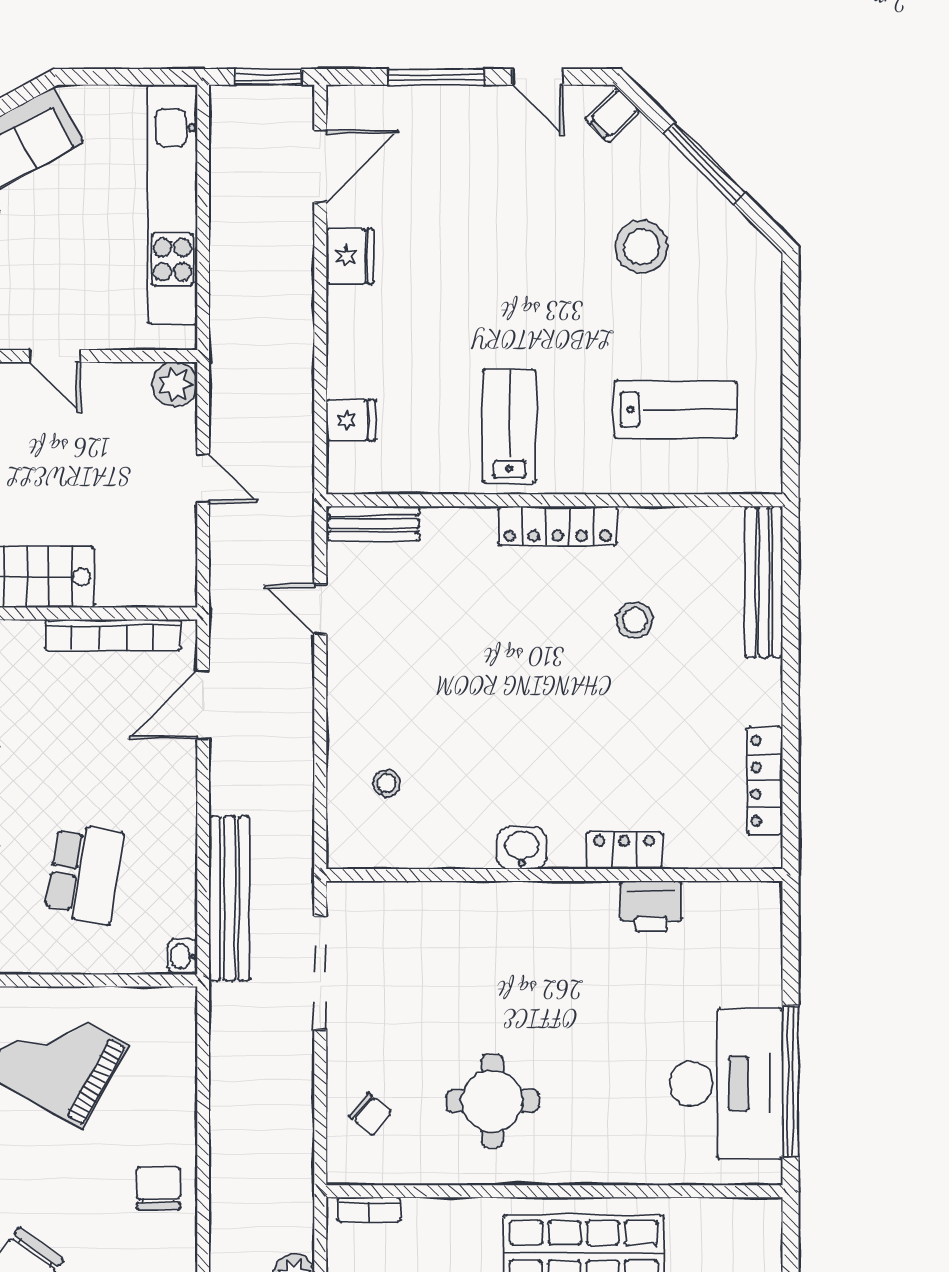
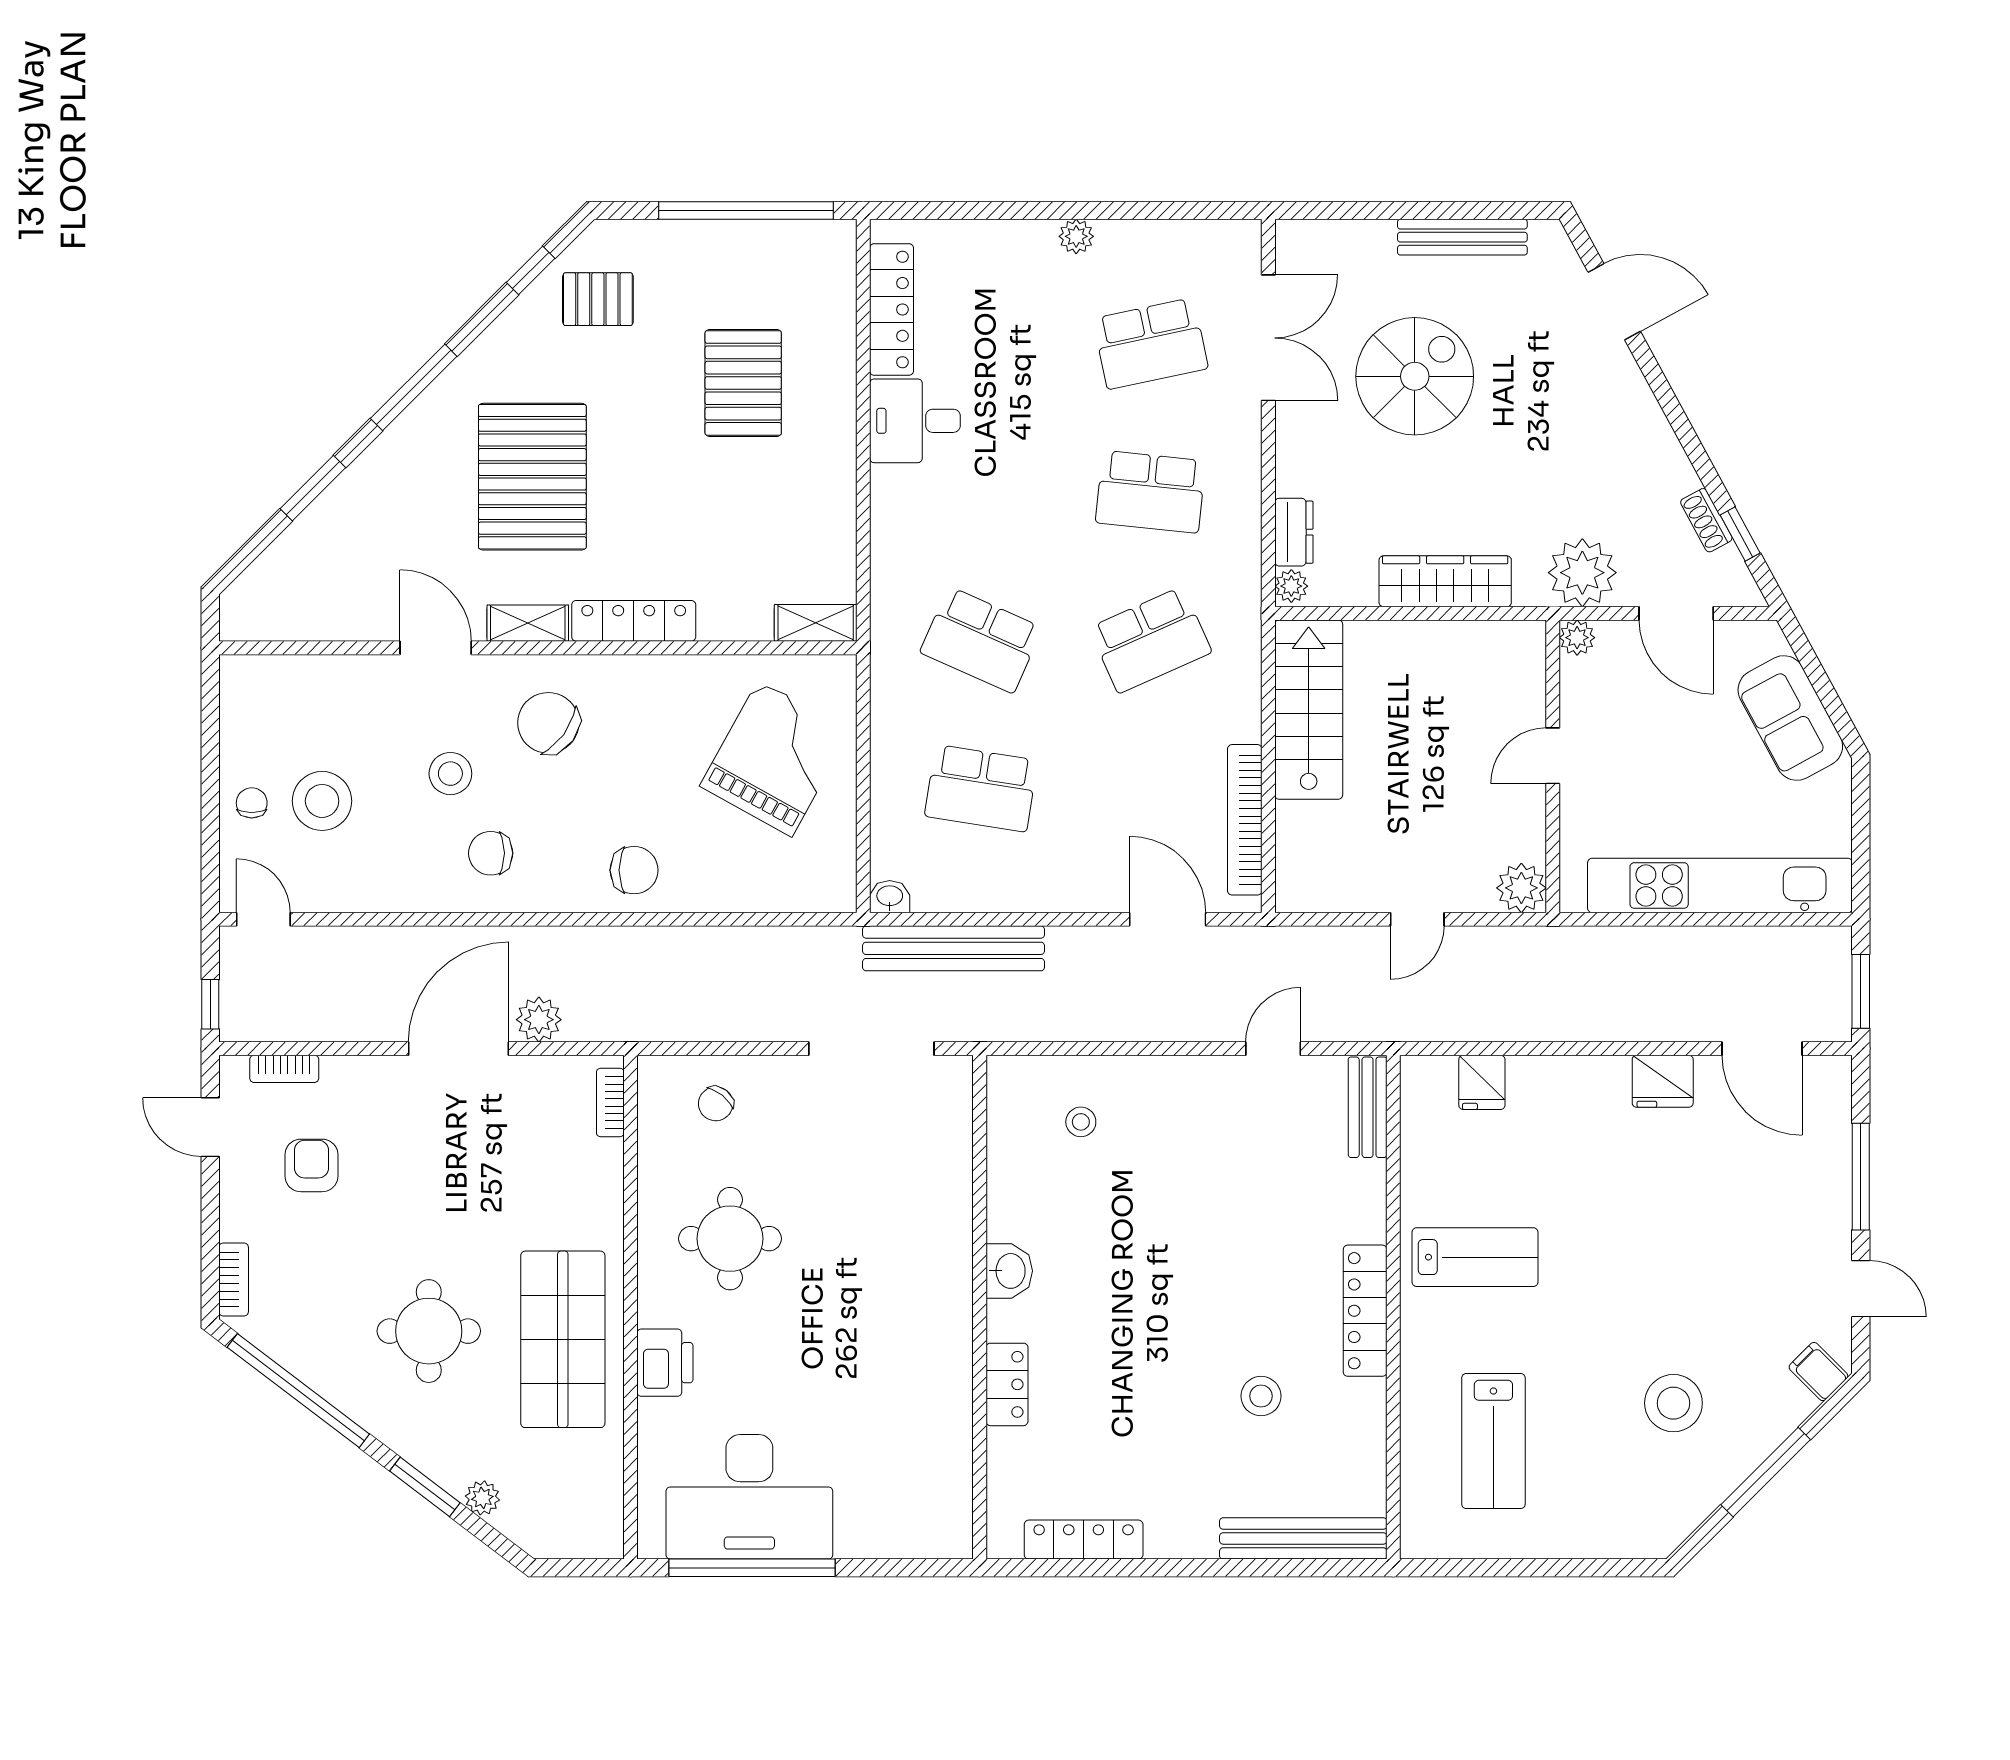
door: (538, 77) -> (1861, 1289), swing flipped
printer: (651, 906) -> (665, 1363), moved, turned 180

